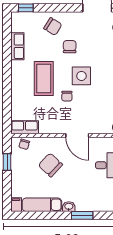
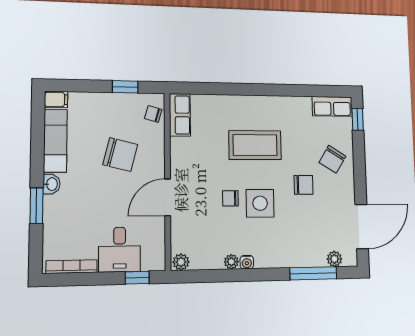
row of seats: (17, 46) -> (332, 106), moved
chair: (67, 96) -> (230, 198), moved
chair: (50, 165) -> (120, 155), turned 61

